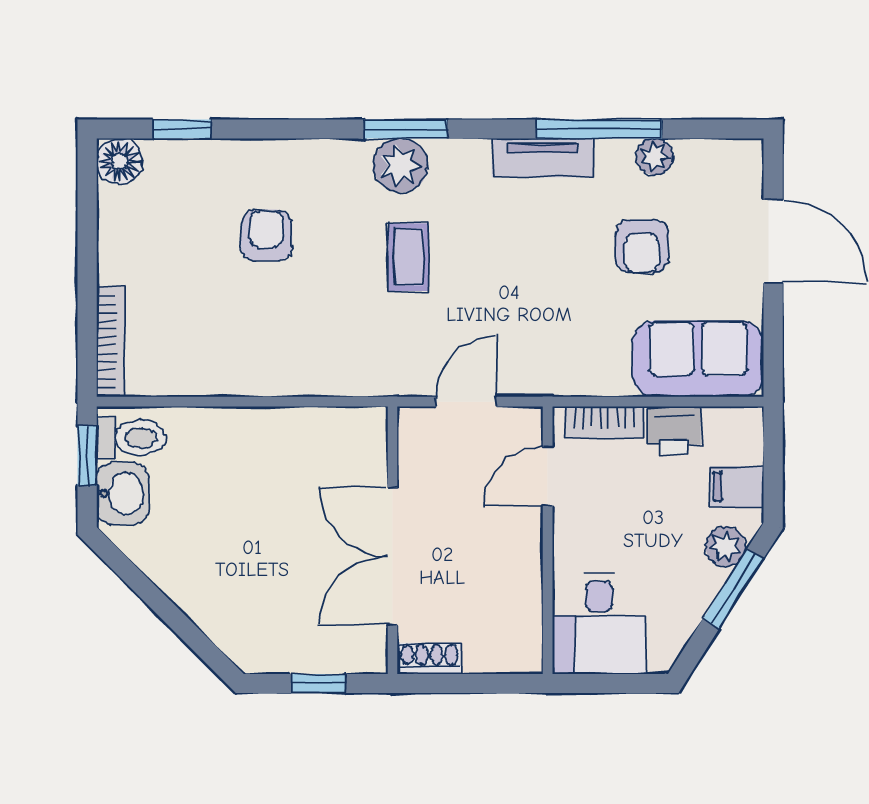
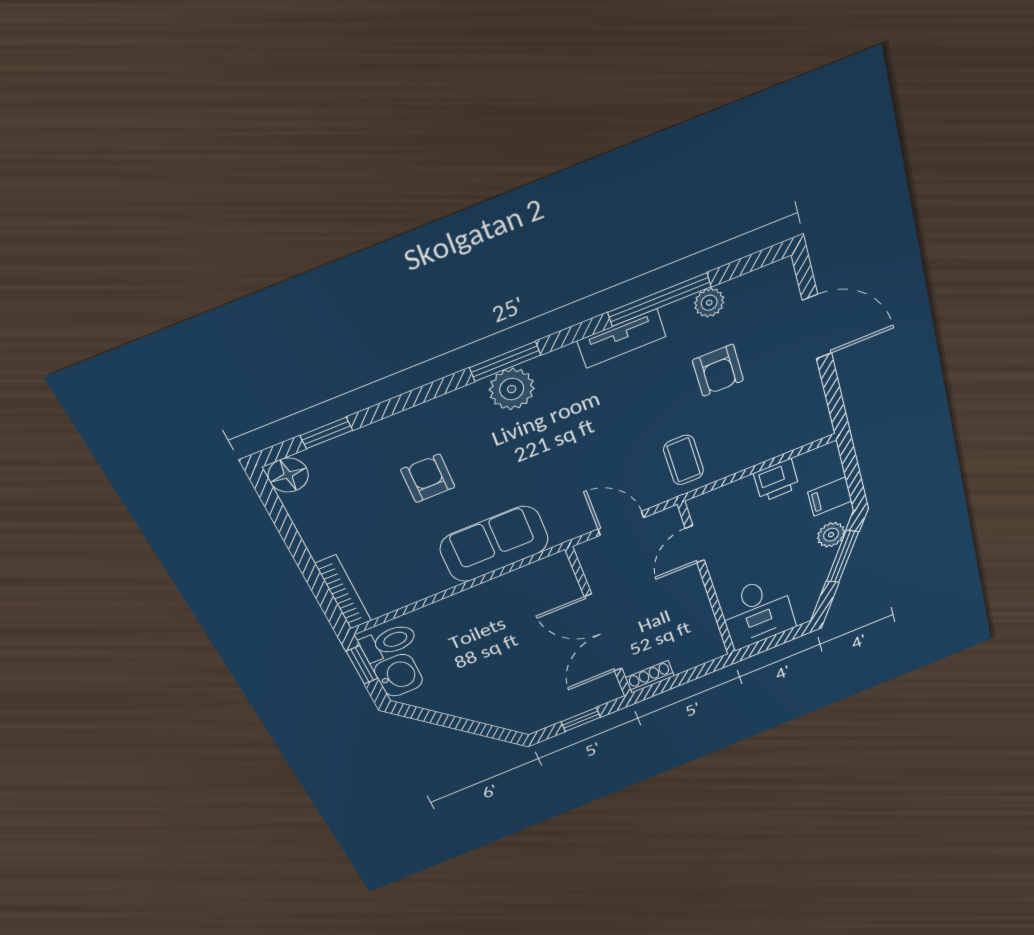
coffee table: (408, 257) -> (684, 460), moved
sofa: (698, 359) -> (494, 544), moved
door: (466, 402) -> (621, 523), hinge flipped
bookcase: (604, 422) -> (725, 496), removed

